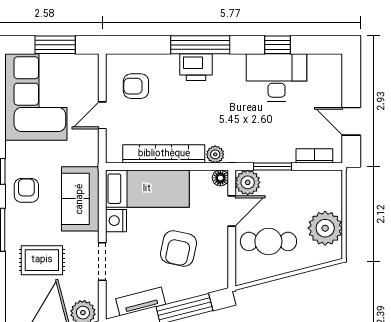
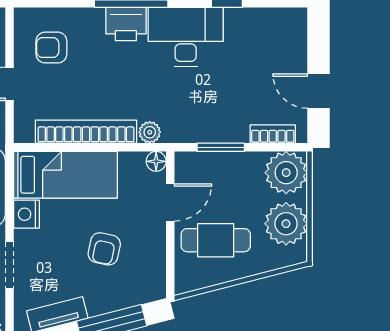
desk: (277, 77) -> (186, 37), moved
plant: (248, 182) -> (286, 173), moved, width x1.36, depth x1.36
armchair: (179, 248) -> (104, 249), width x0.72, depth x0.72

